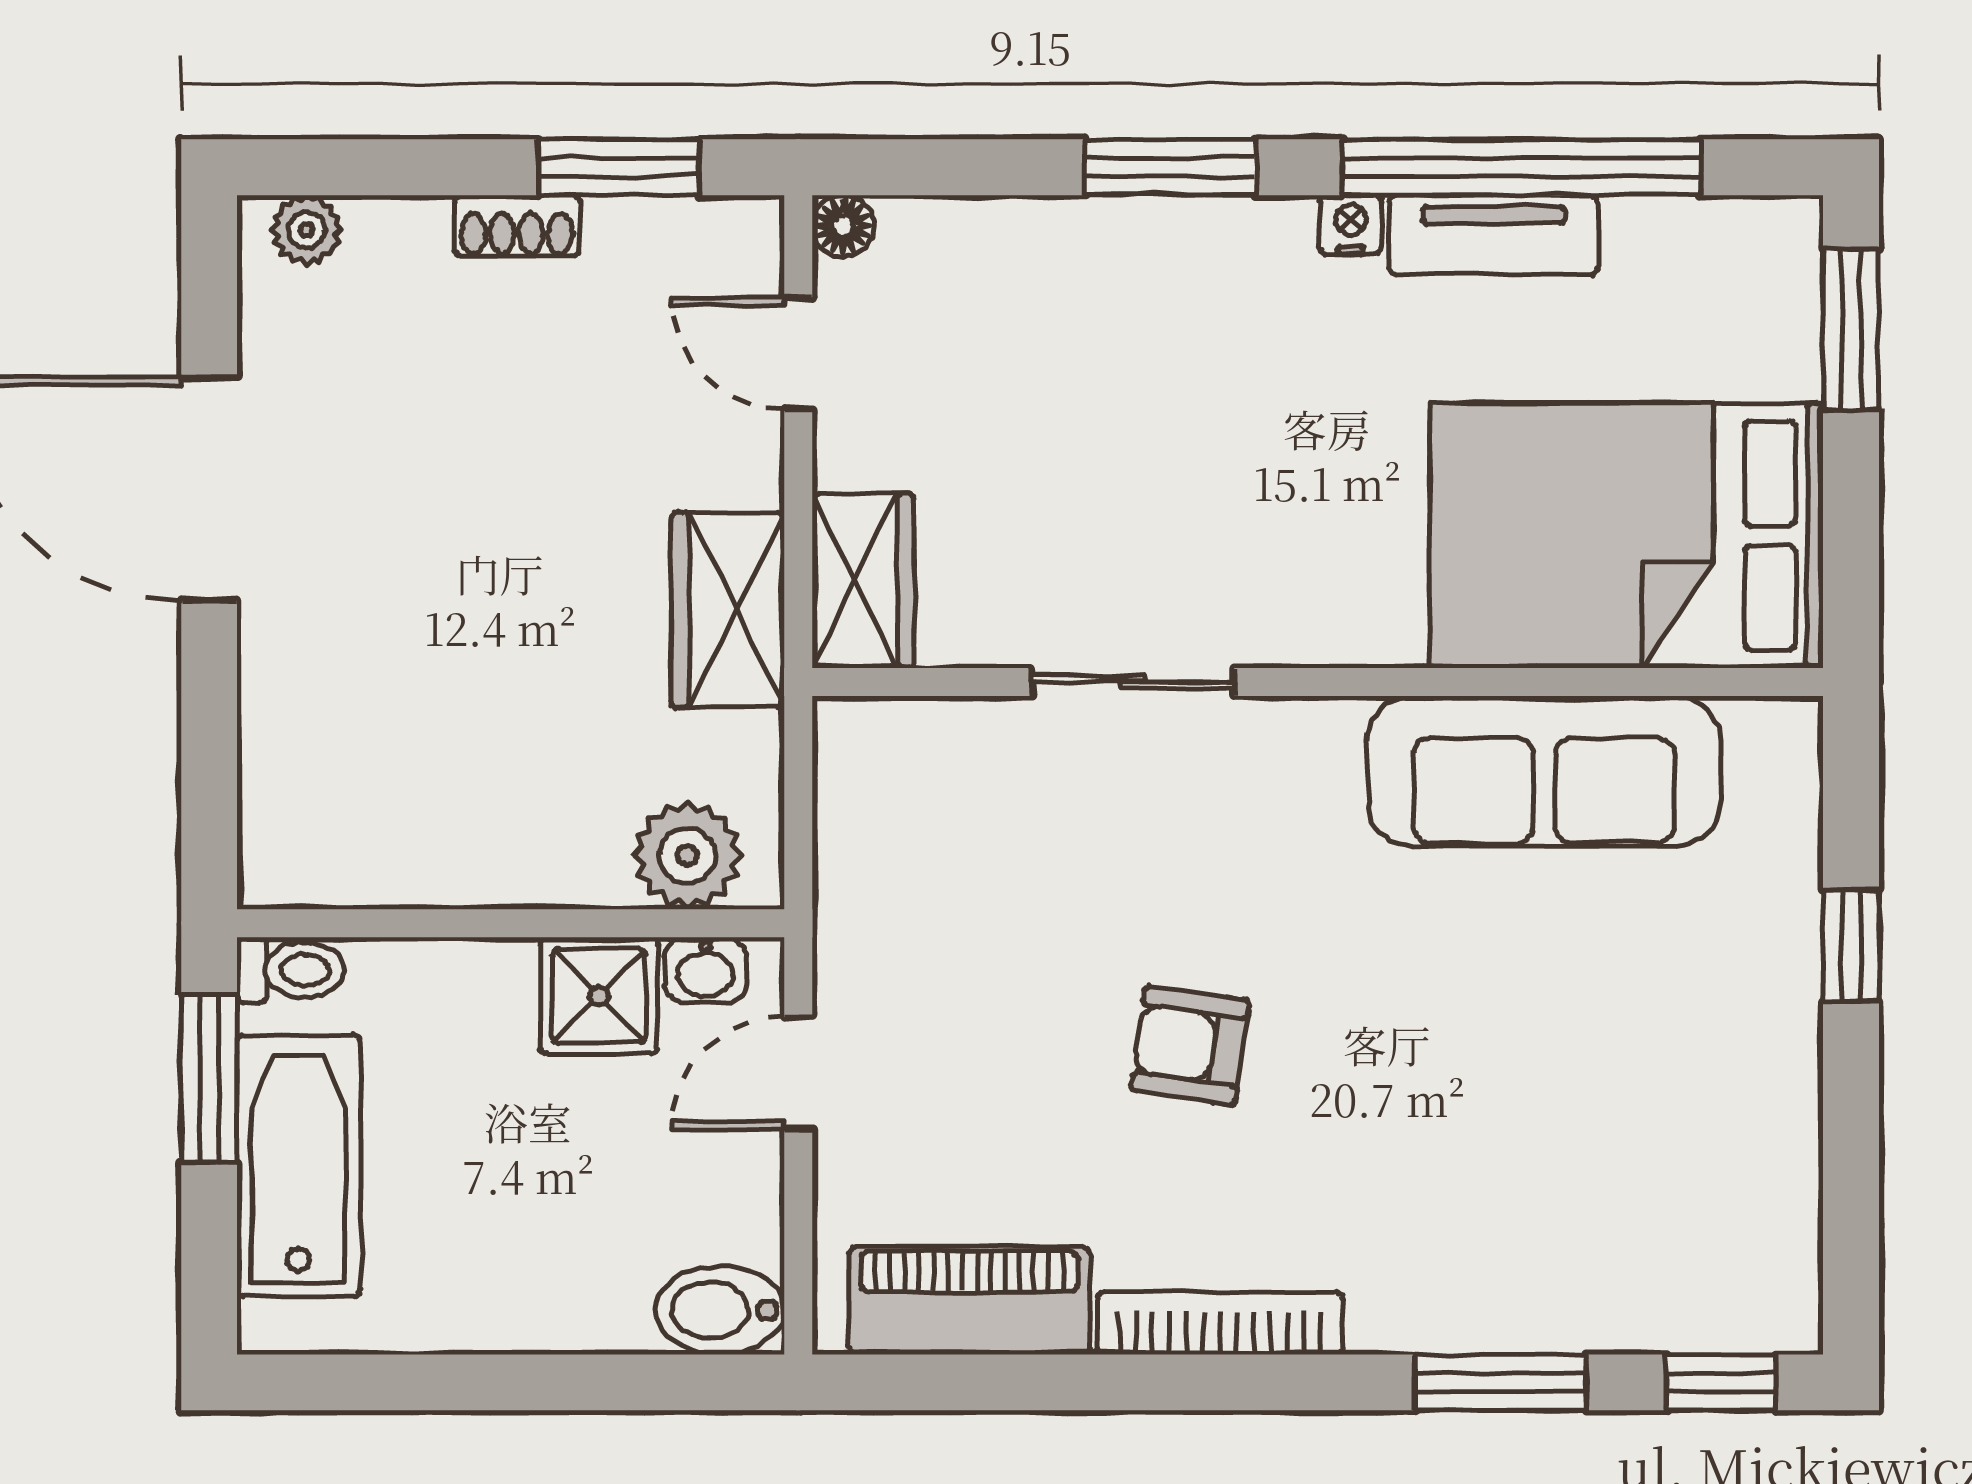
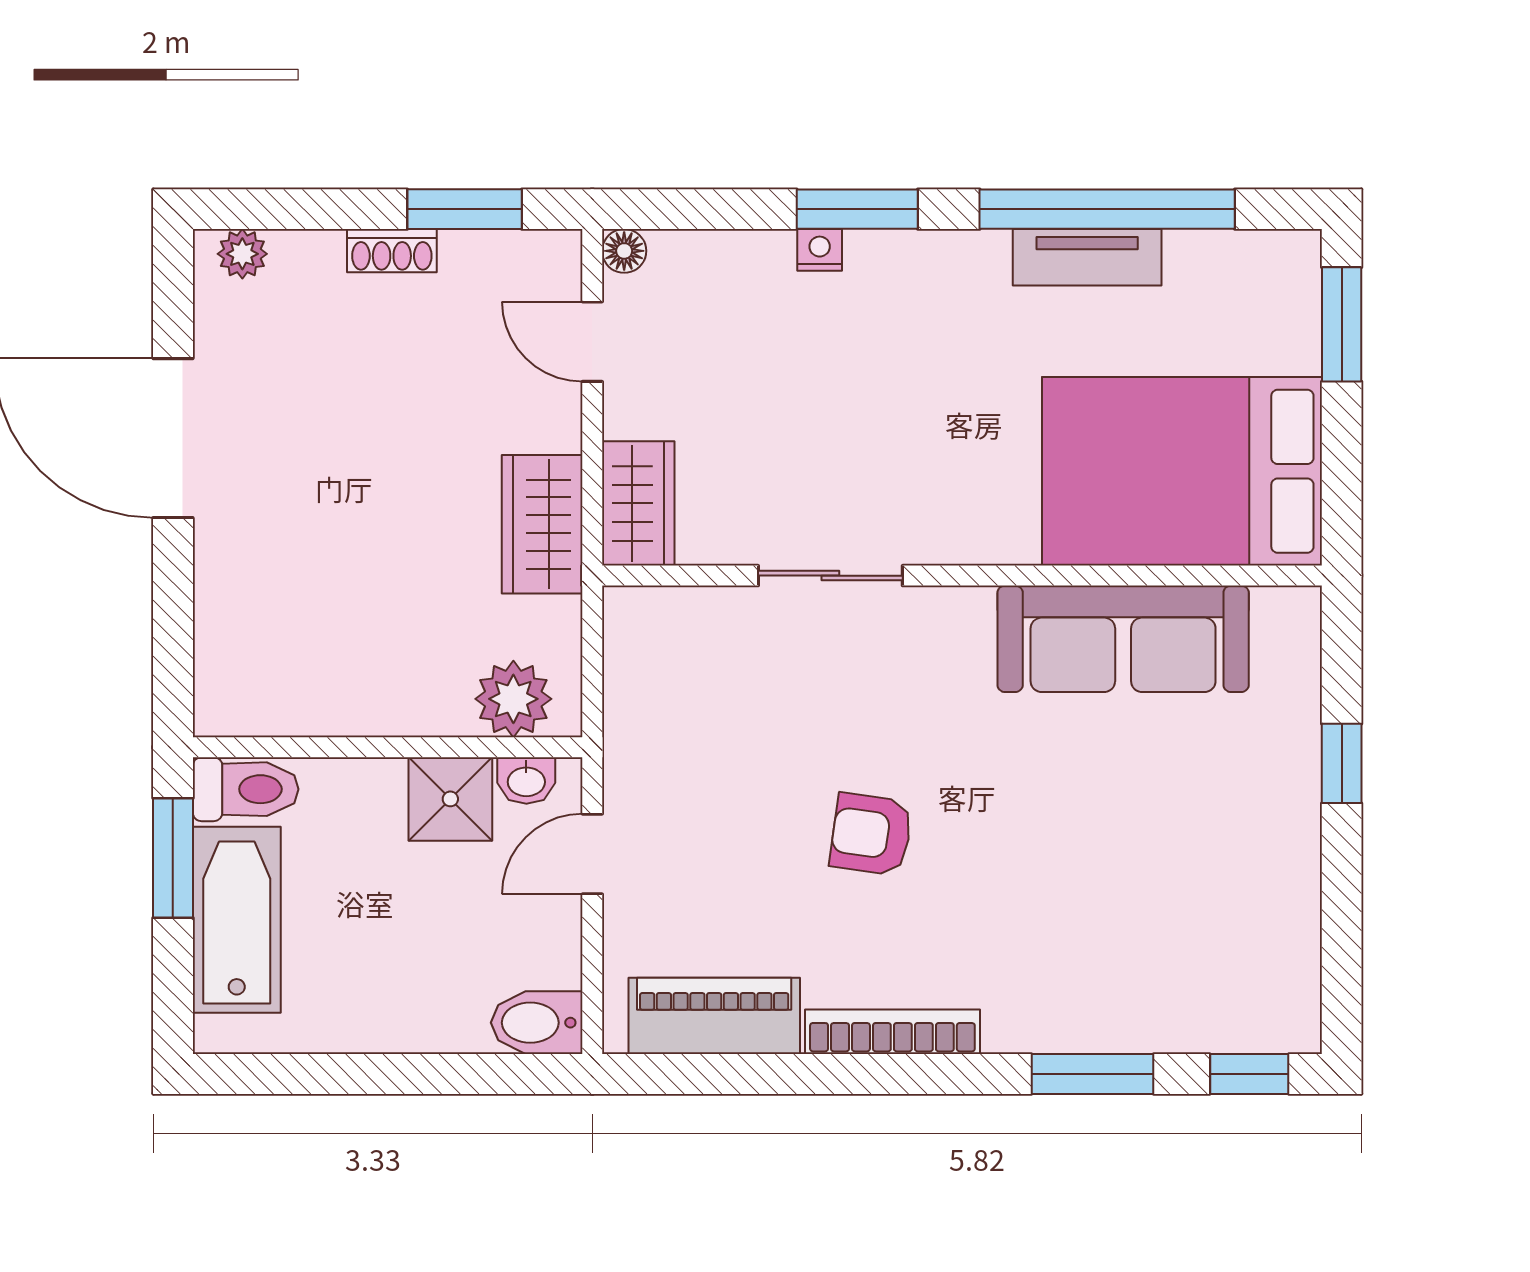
nightstand: (1350, 225) -> (820, 250), moved
toilet: (291, 970) -> (246, 789), width x1.37, depth x1.39

